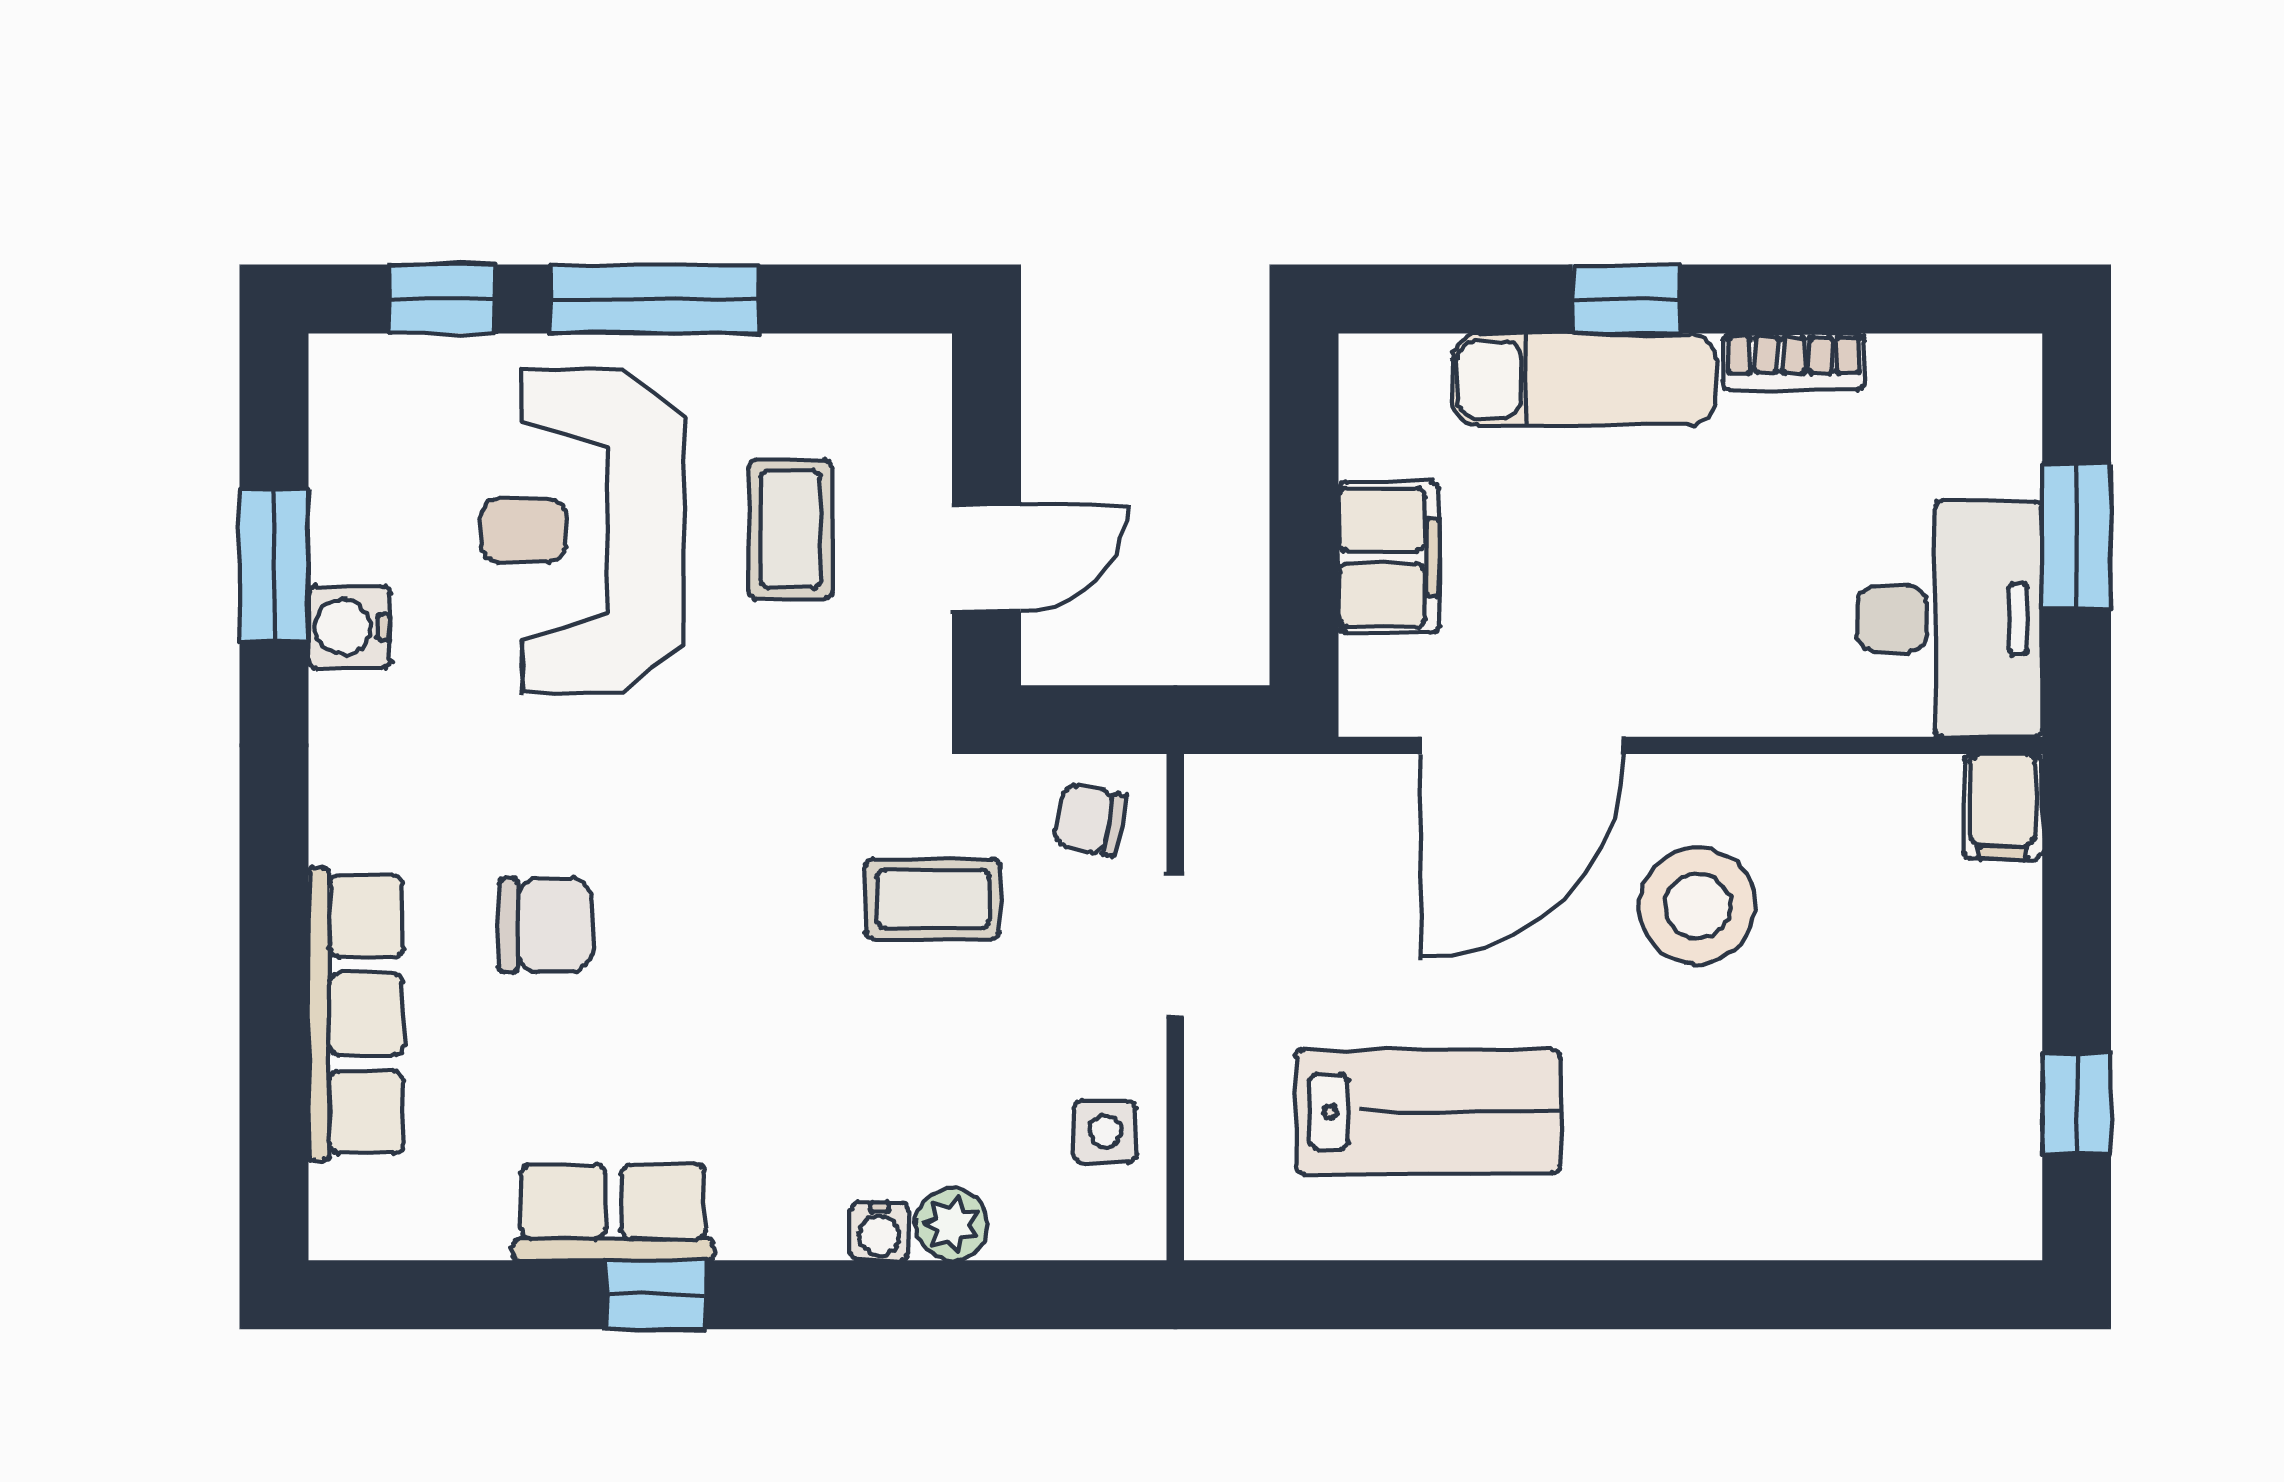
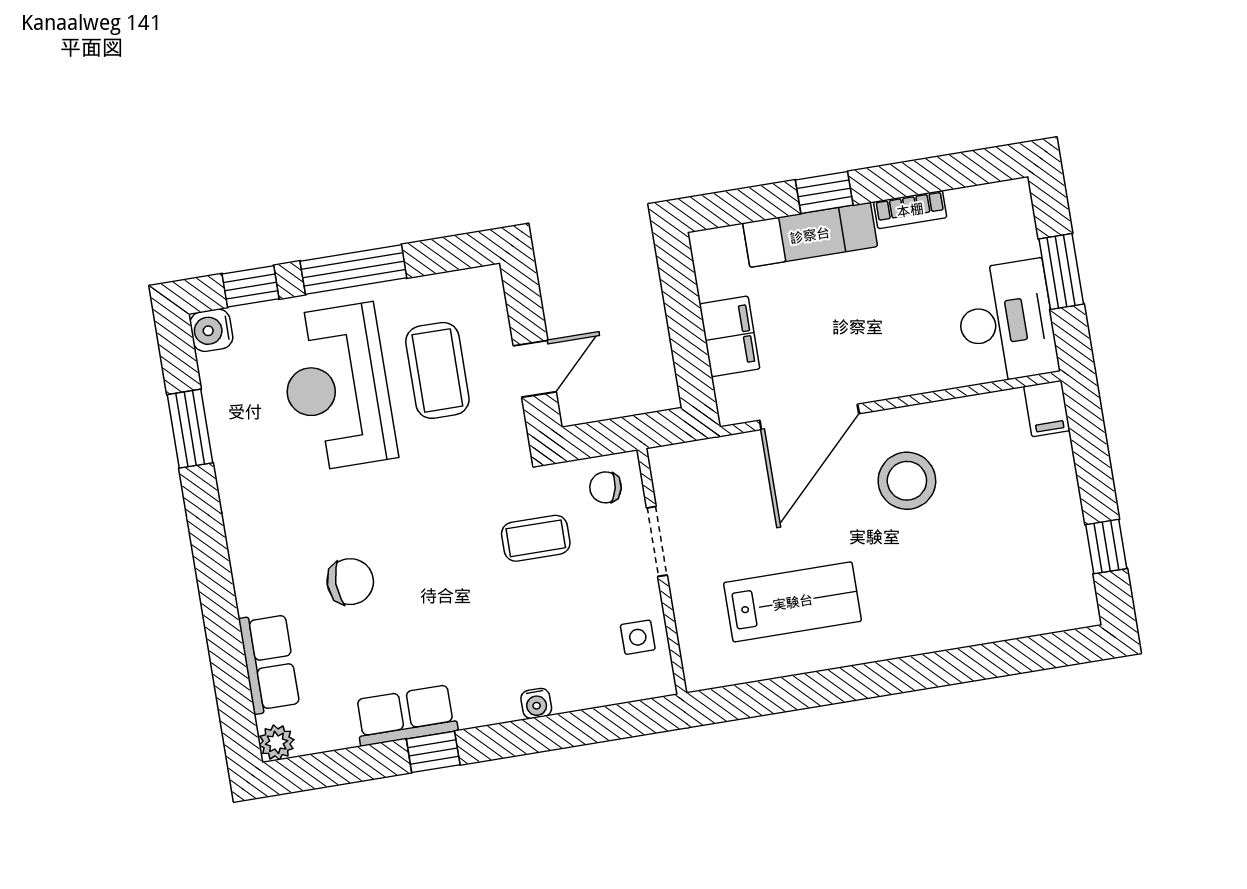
coffee table: (790, 529) -> (437, 370), width x1.36, depth x1.30
water cooler: (349, 627) -> (211, 330), moved
row of seats: (356, 1014) -> (269, 663), width x0.68
plant: (952, 1224) -> (277, 742), moved

